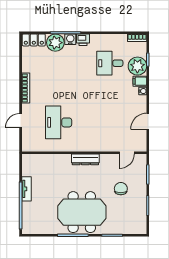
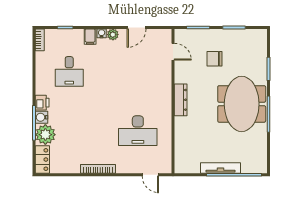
plant: (137, 66) -> (113, 35), moved, width x0.53, depth x0.53
door: (21, 121) -> (150, 175), moved
door: (148, 121) -> (137, 28), hinge flipped
tv unit: (26, 189) -> (220, 168), width x1.41

